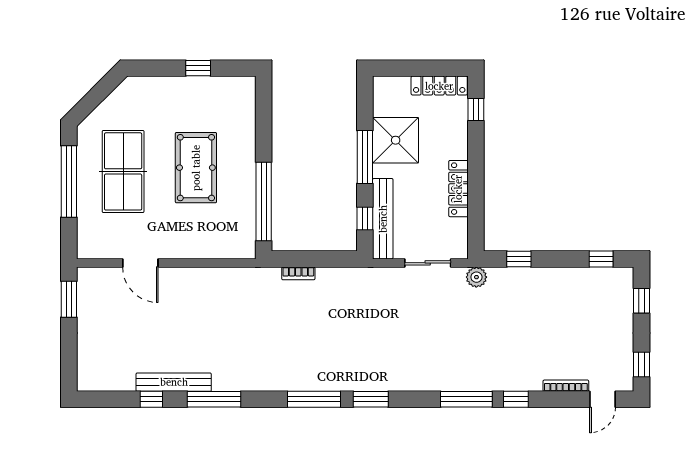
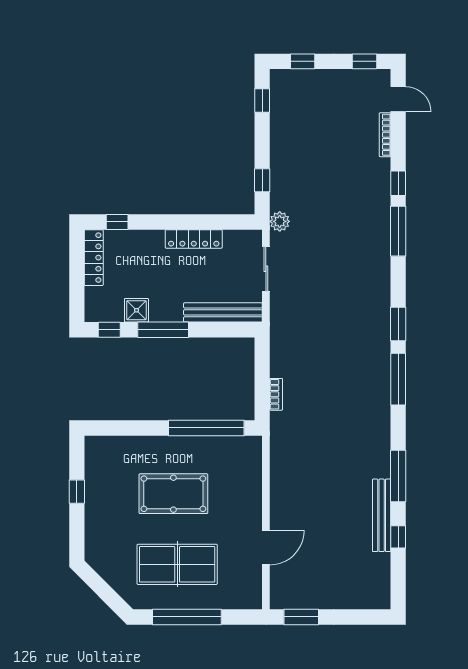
shower: (396, 140) -> (136, 310), width x0.54, depth x0.54
window: (365, 219) -> (109, 330), moved

